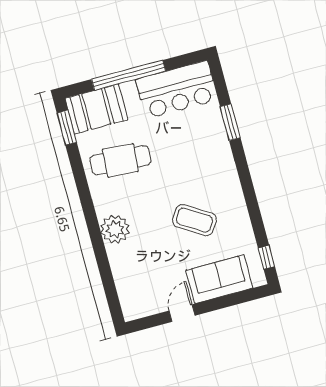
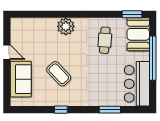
cafe table: (120, 160) -> (105, 40), width x0.73, depth x0.74
coffee table: (194, 220) -> (59, 74), turned -75
window: (266, 257) -> (61, 110), moved

